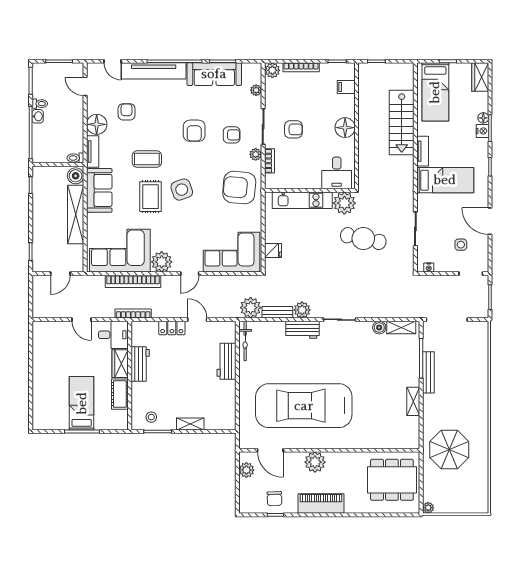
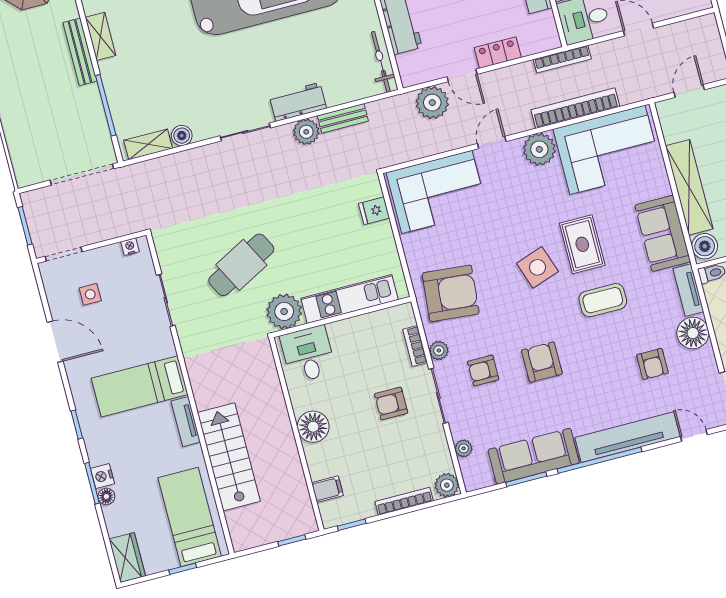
cafe table: (363, 239) -> (241, 265), turned -40
plant: (251, 308) -> (432, 103), moved
bench: (428, 372) -> (80, 52), moved

